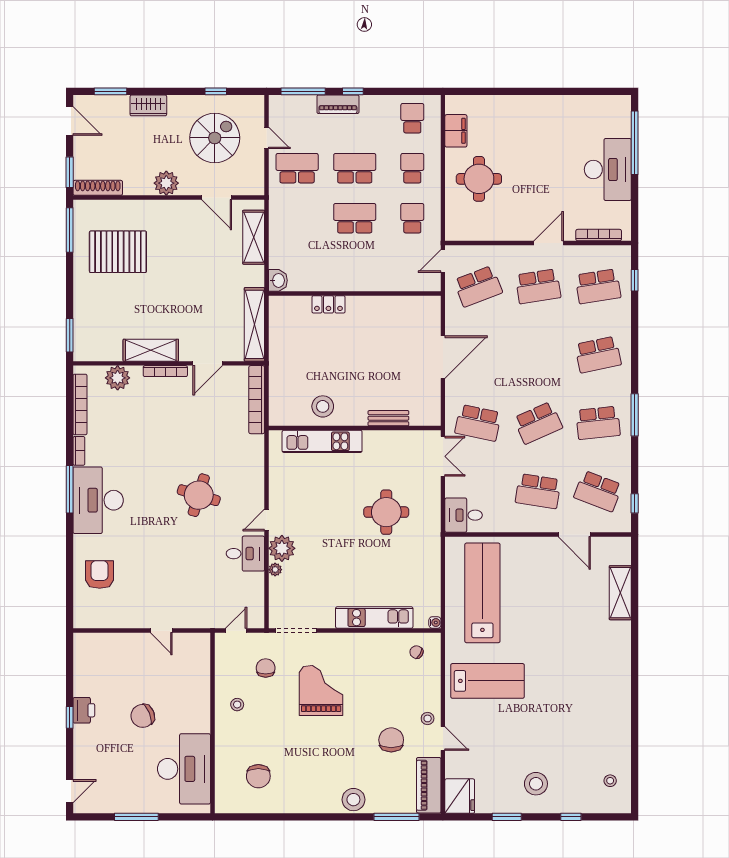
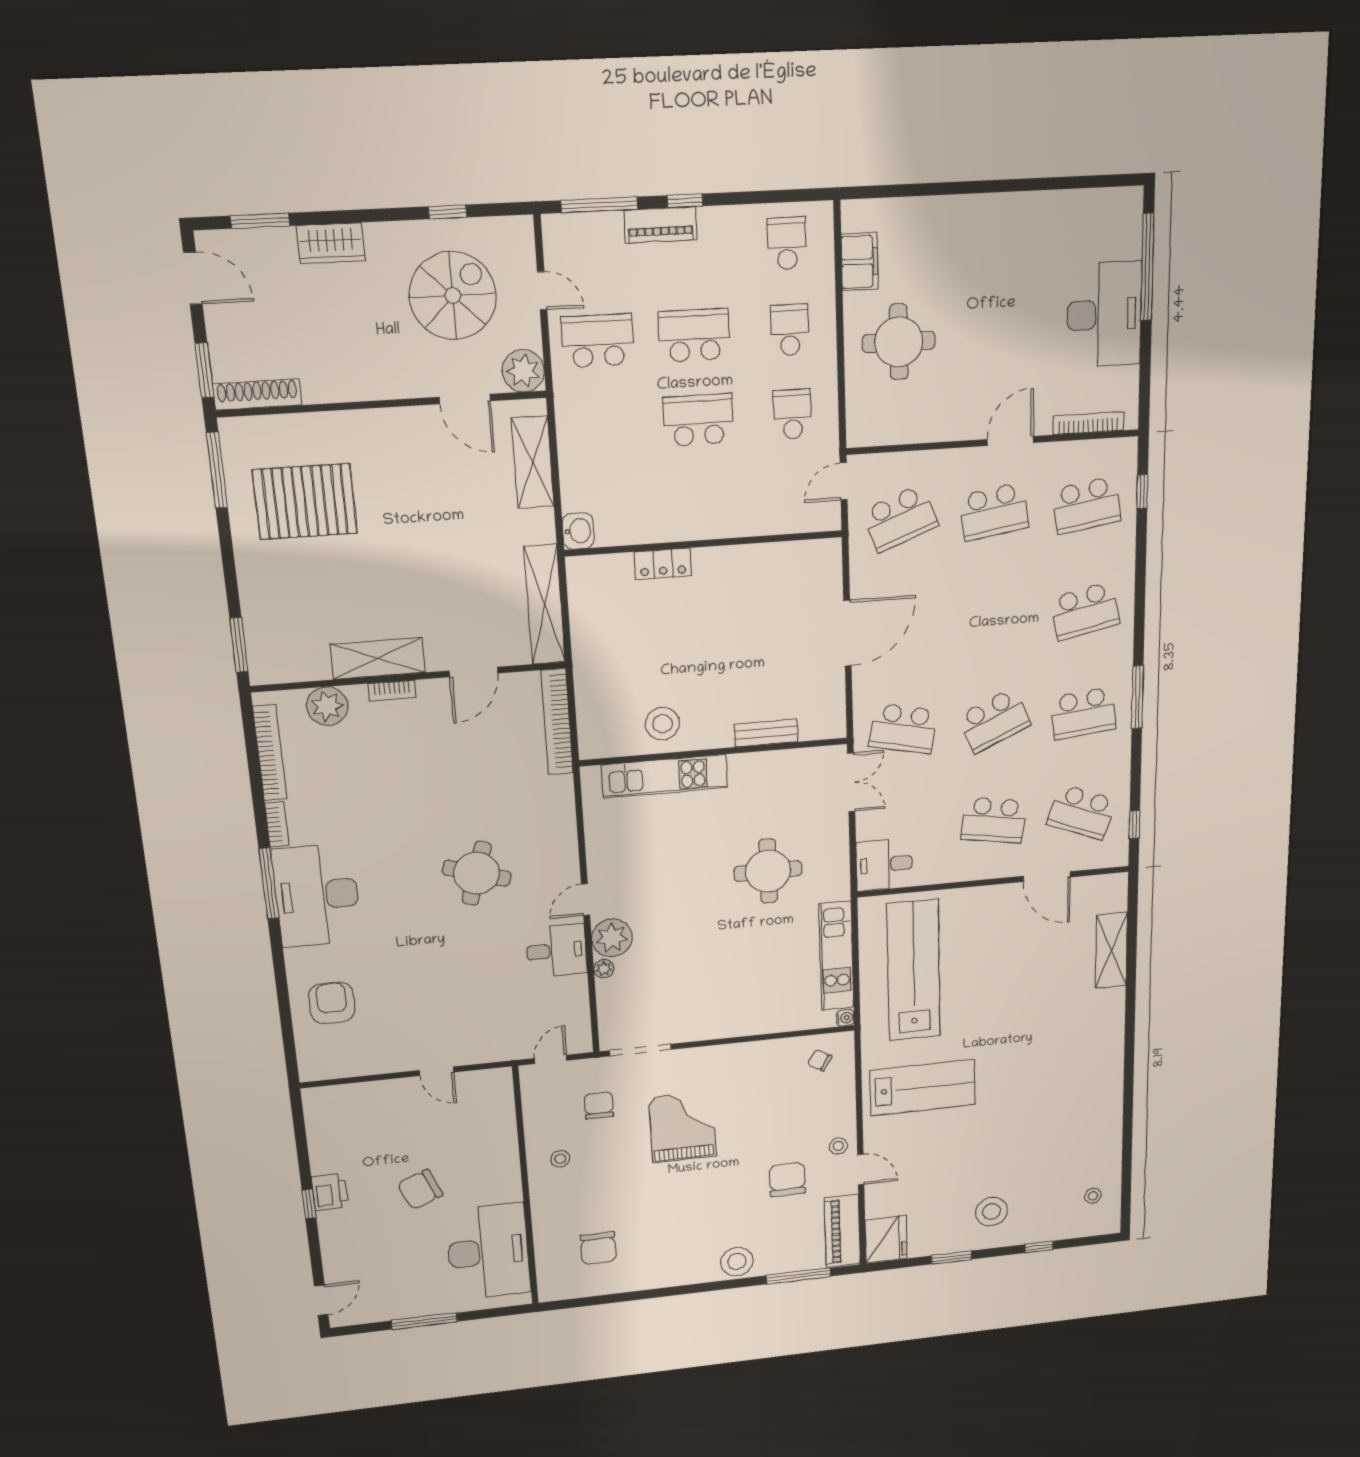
plant: (166, 183) -> (523, 371), moved
bookcase: (165, 371) -> (392, 691), width x0.64
kitchen unit: (374, 618) -> (836, 956), moved, turned -90

